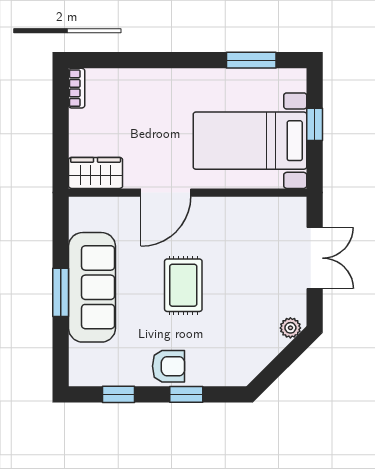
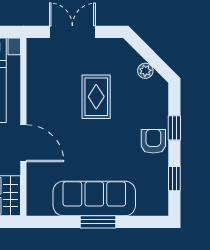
rug: (183, 285) -> (96, 97), moved, turned 90
plant: (290, 328) -> (145, 71), moved

